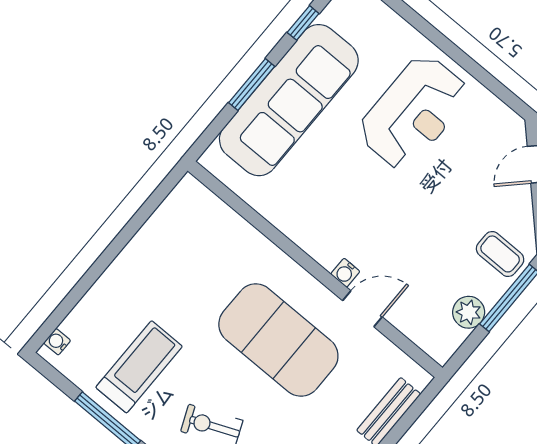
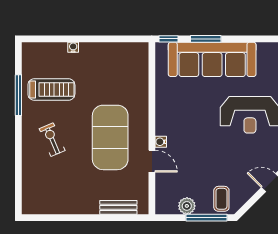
window: (303, 23) -> (169, 39), moved
water cooler: (57, 342) -> (73, 47), moved

